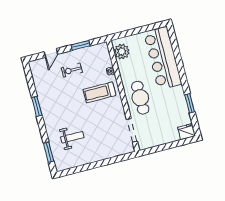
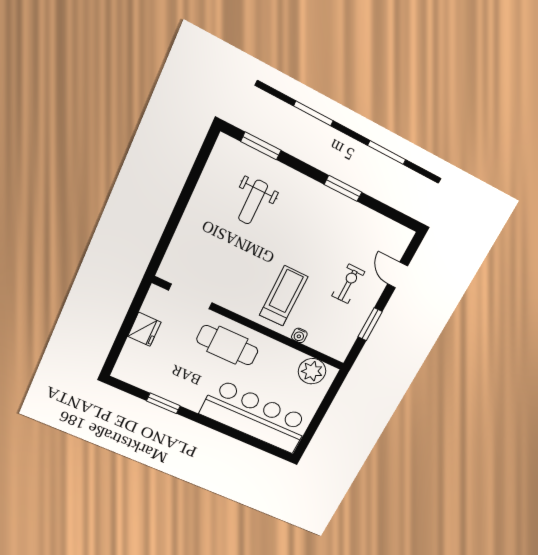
fridge: (186, 132) -> (144, 329), moved

